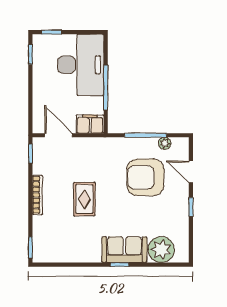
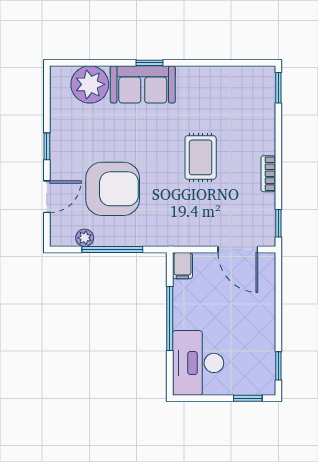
desk: (81, 65) -> (198, 363), width x0.73, depth x0.77
filing cabinet: (90, 124) -> (182, 266), width x0.50
door: (191, 172) -> (47, 197), hinge flipped
bookcase: (37, 195) -> (268, 174), width x0.64

